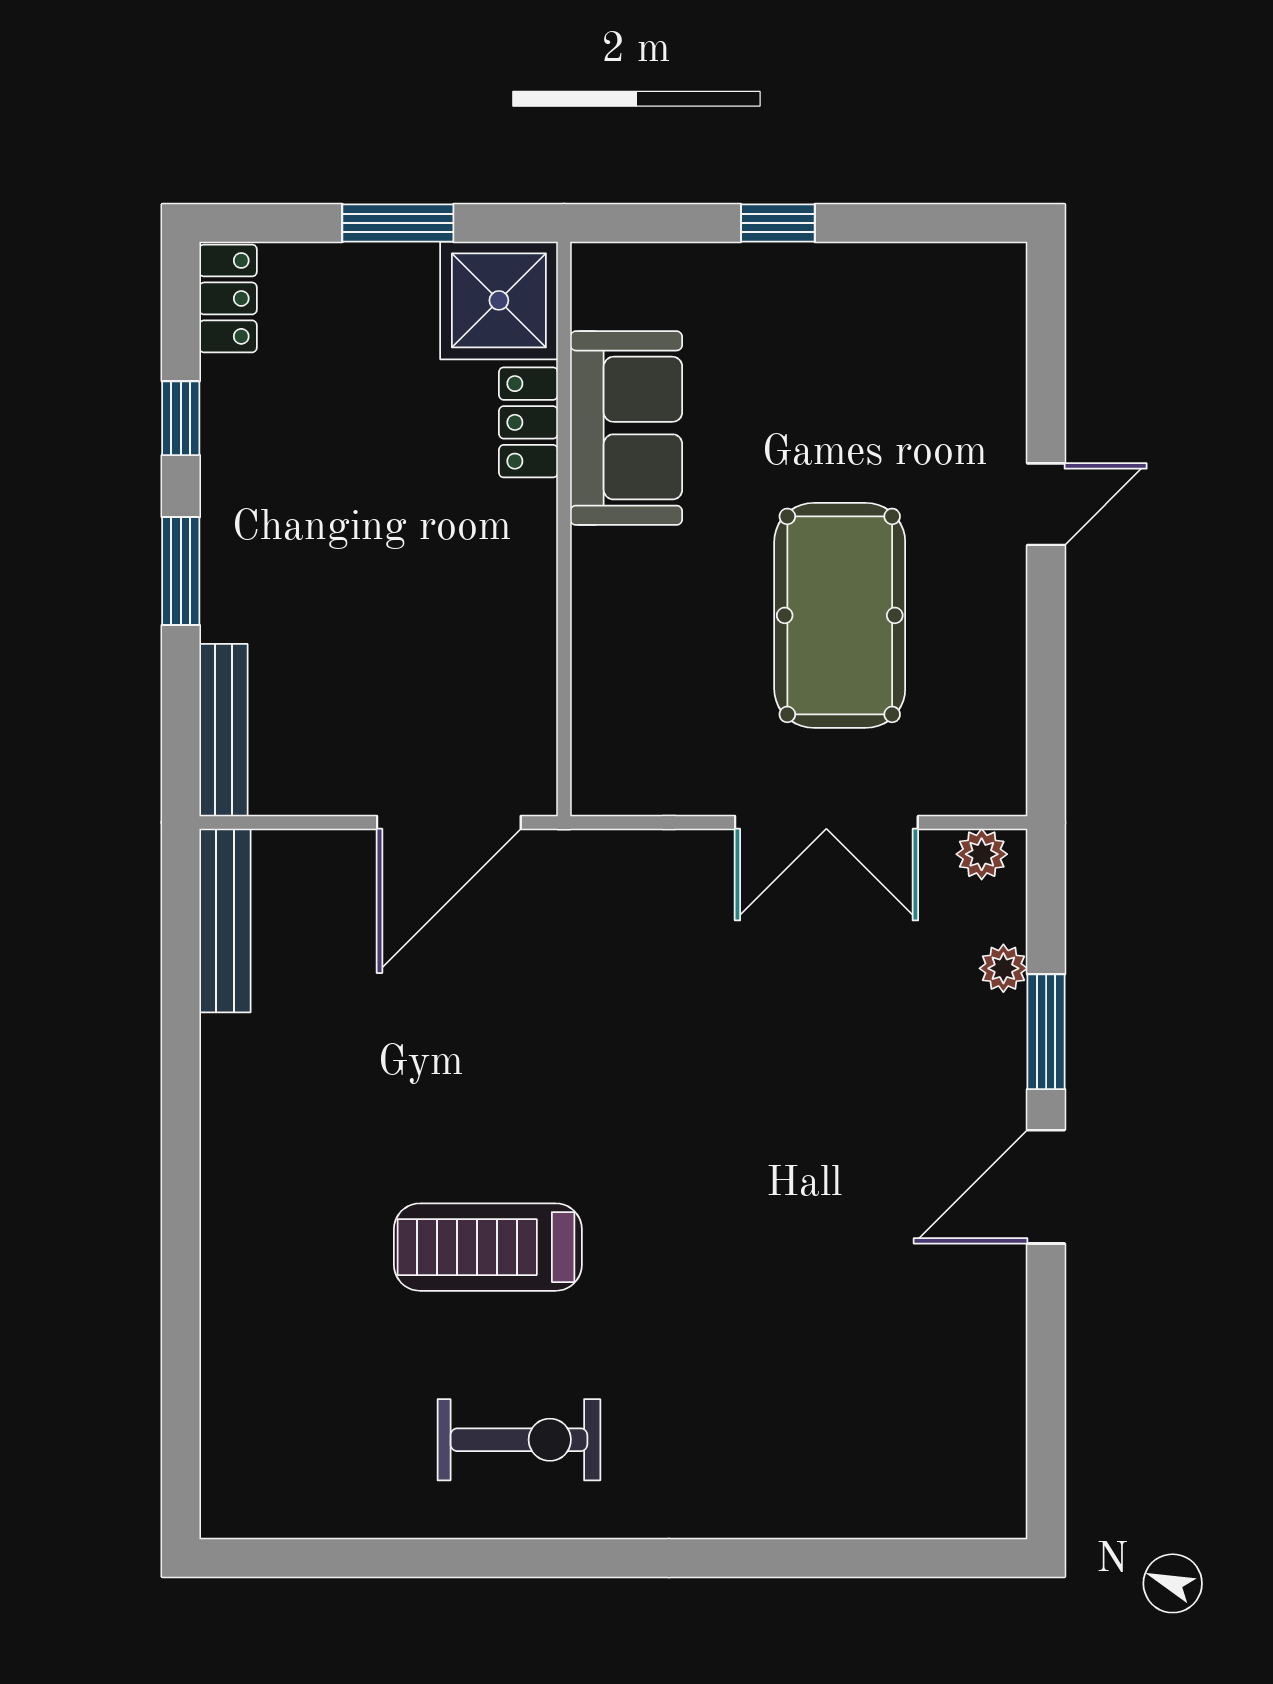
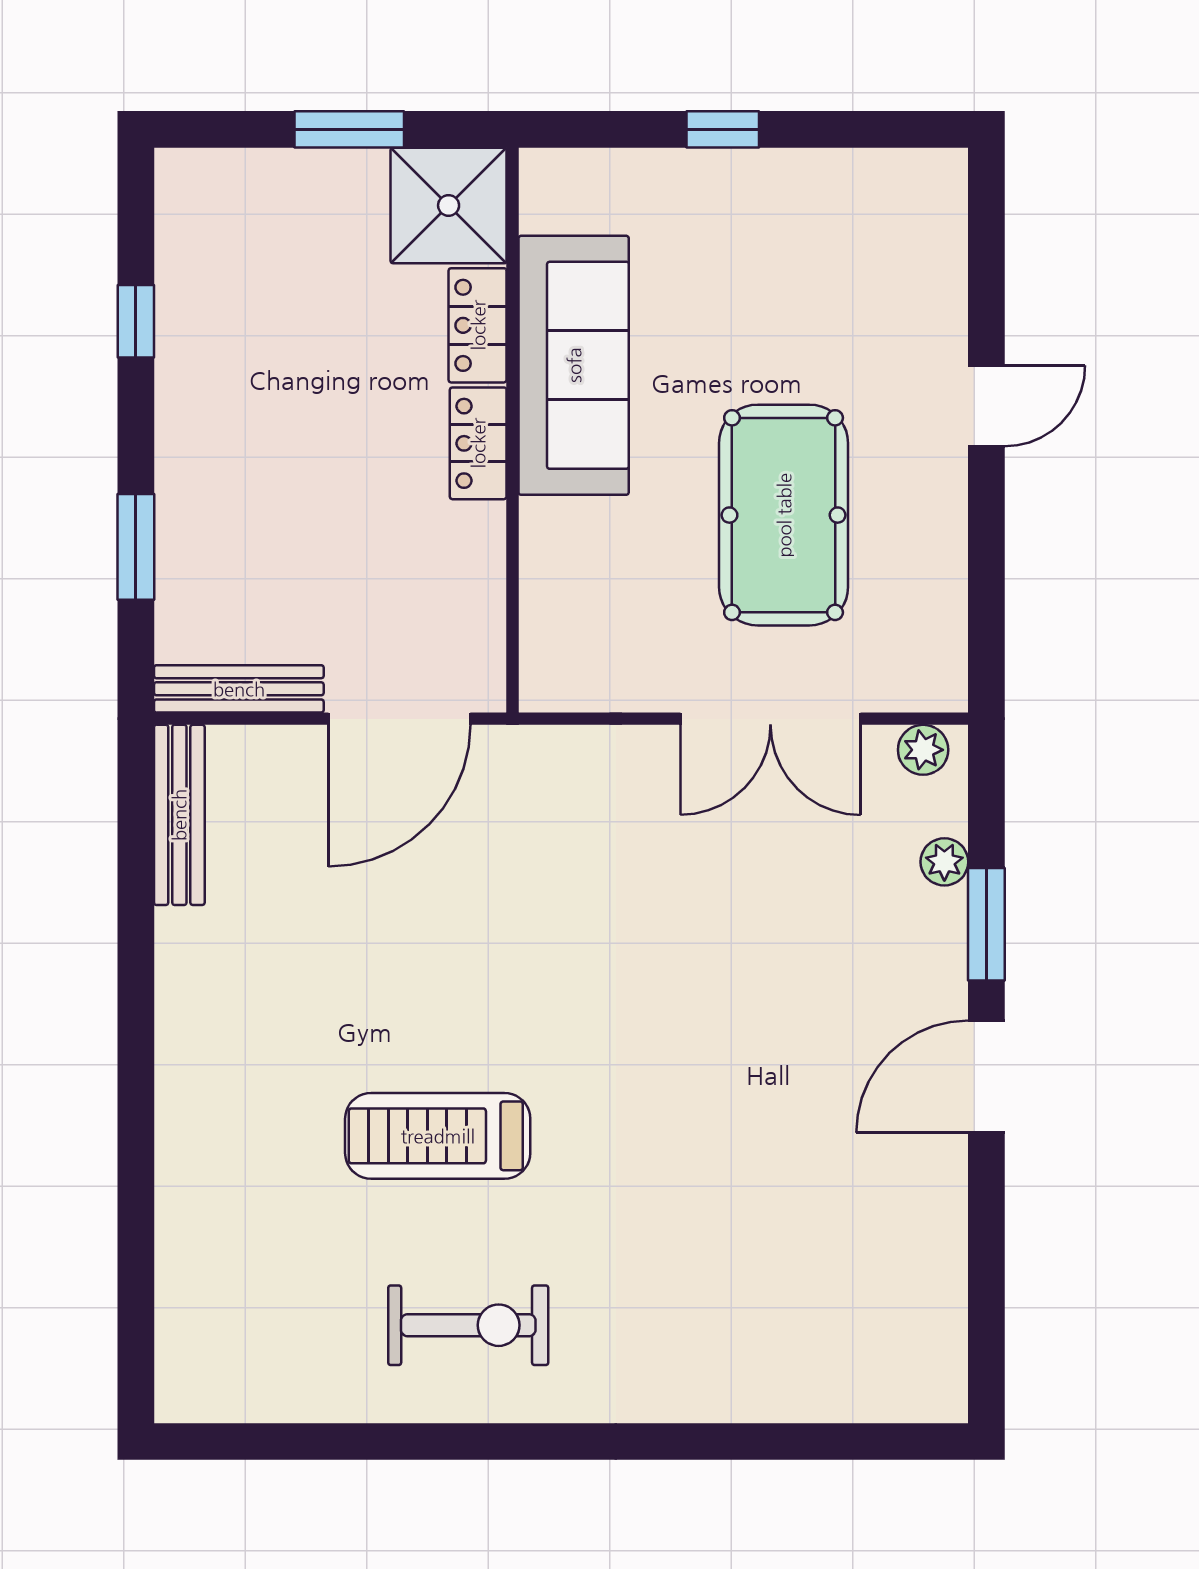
locker: (228, 298) -> (478, 443), moved, turned 180
sofa: (626, 428) -> (574, 365), width x1.36
window: (181, 571) -> (136, 547), moved
bench: (223, 730) -> (239, 689), moved, turned 90

